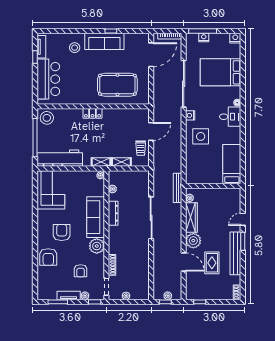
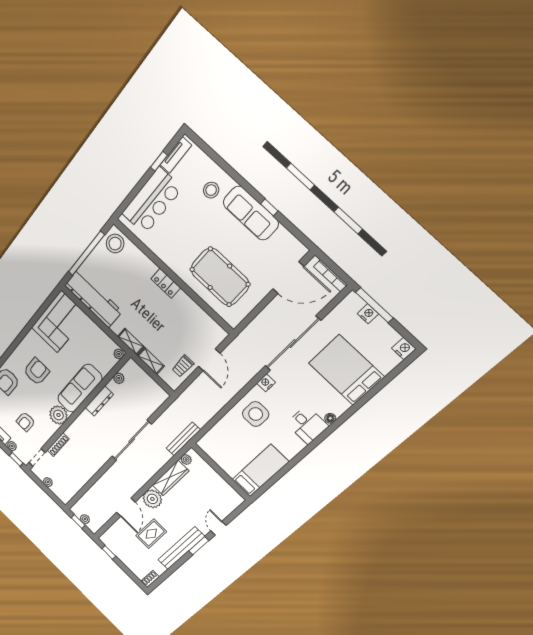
door: (151, 131) -> (209, 360), hinge flipped
door: (243, 219) -> (219, 528), hinge flipped

